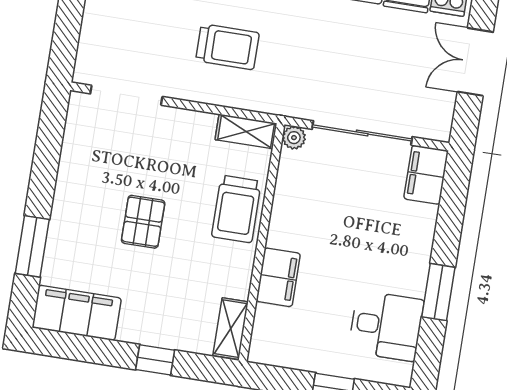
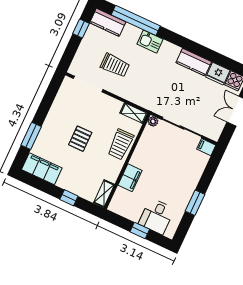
trolley: (227, 47) -> (115, 65), moved
filing cabinet: (426, 175) -> (206, 147), width x0.50
desk: (386, 326) -> (157, 216), moved, turned 90

